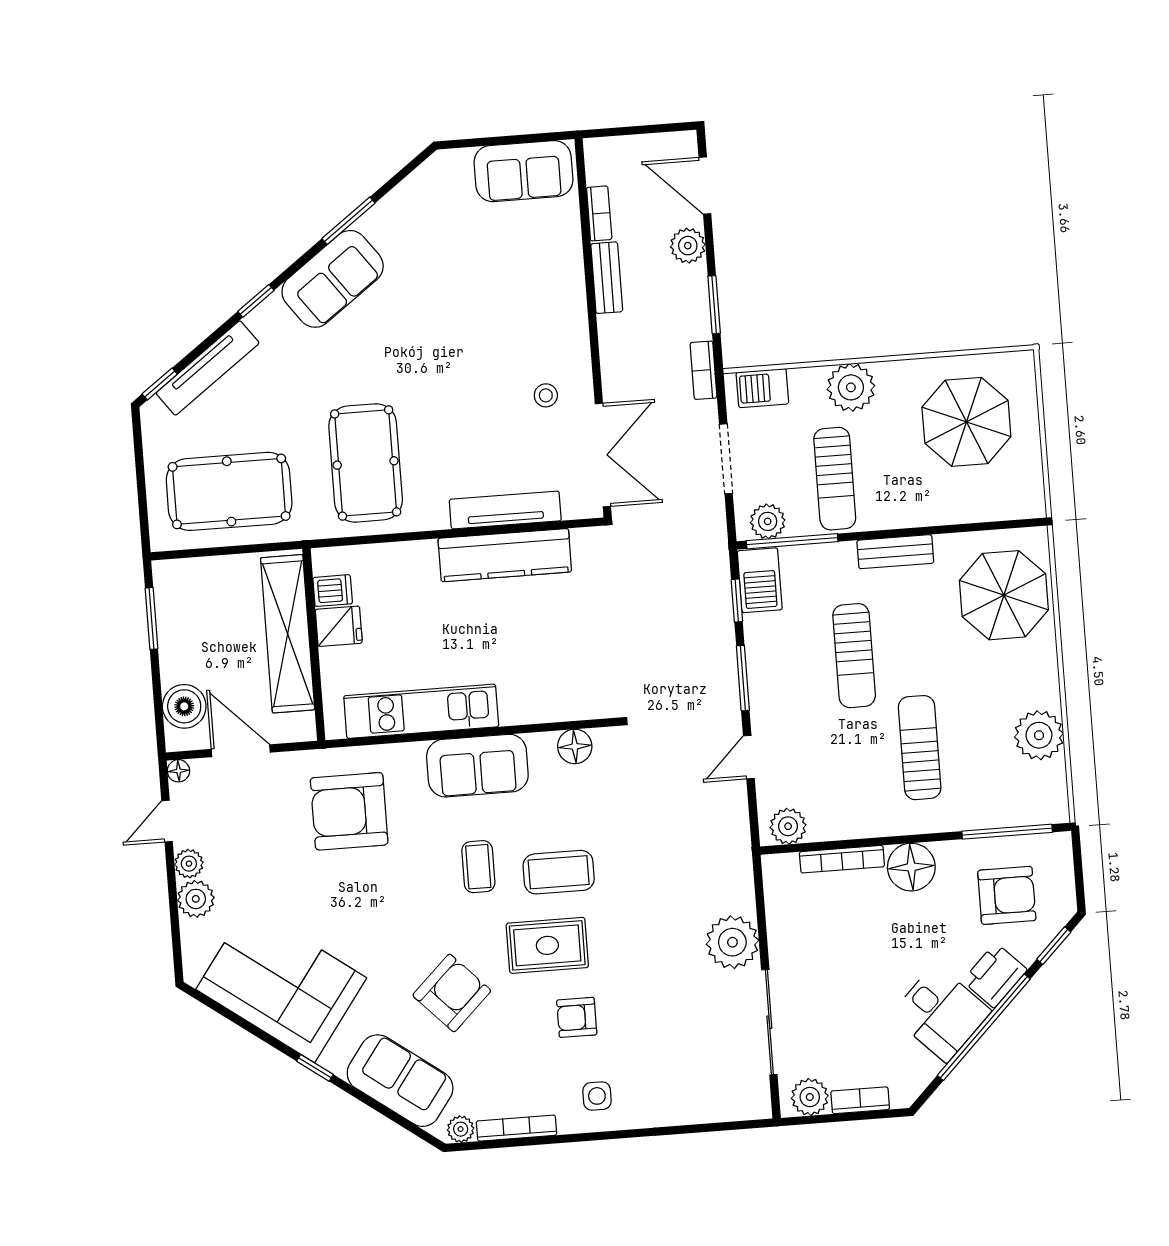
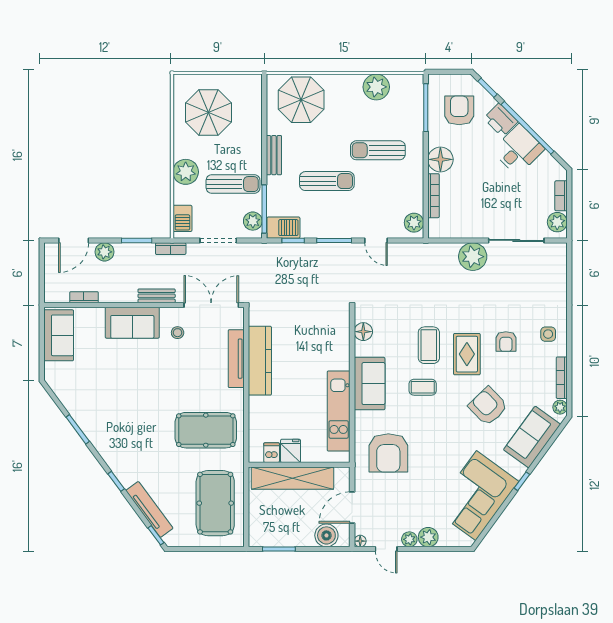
bench: (607, 278) -> (157, 296), moved
sofa: (333, 279) -> (132, 323), moved, turned 126

